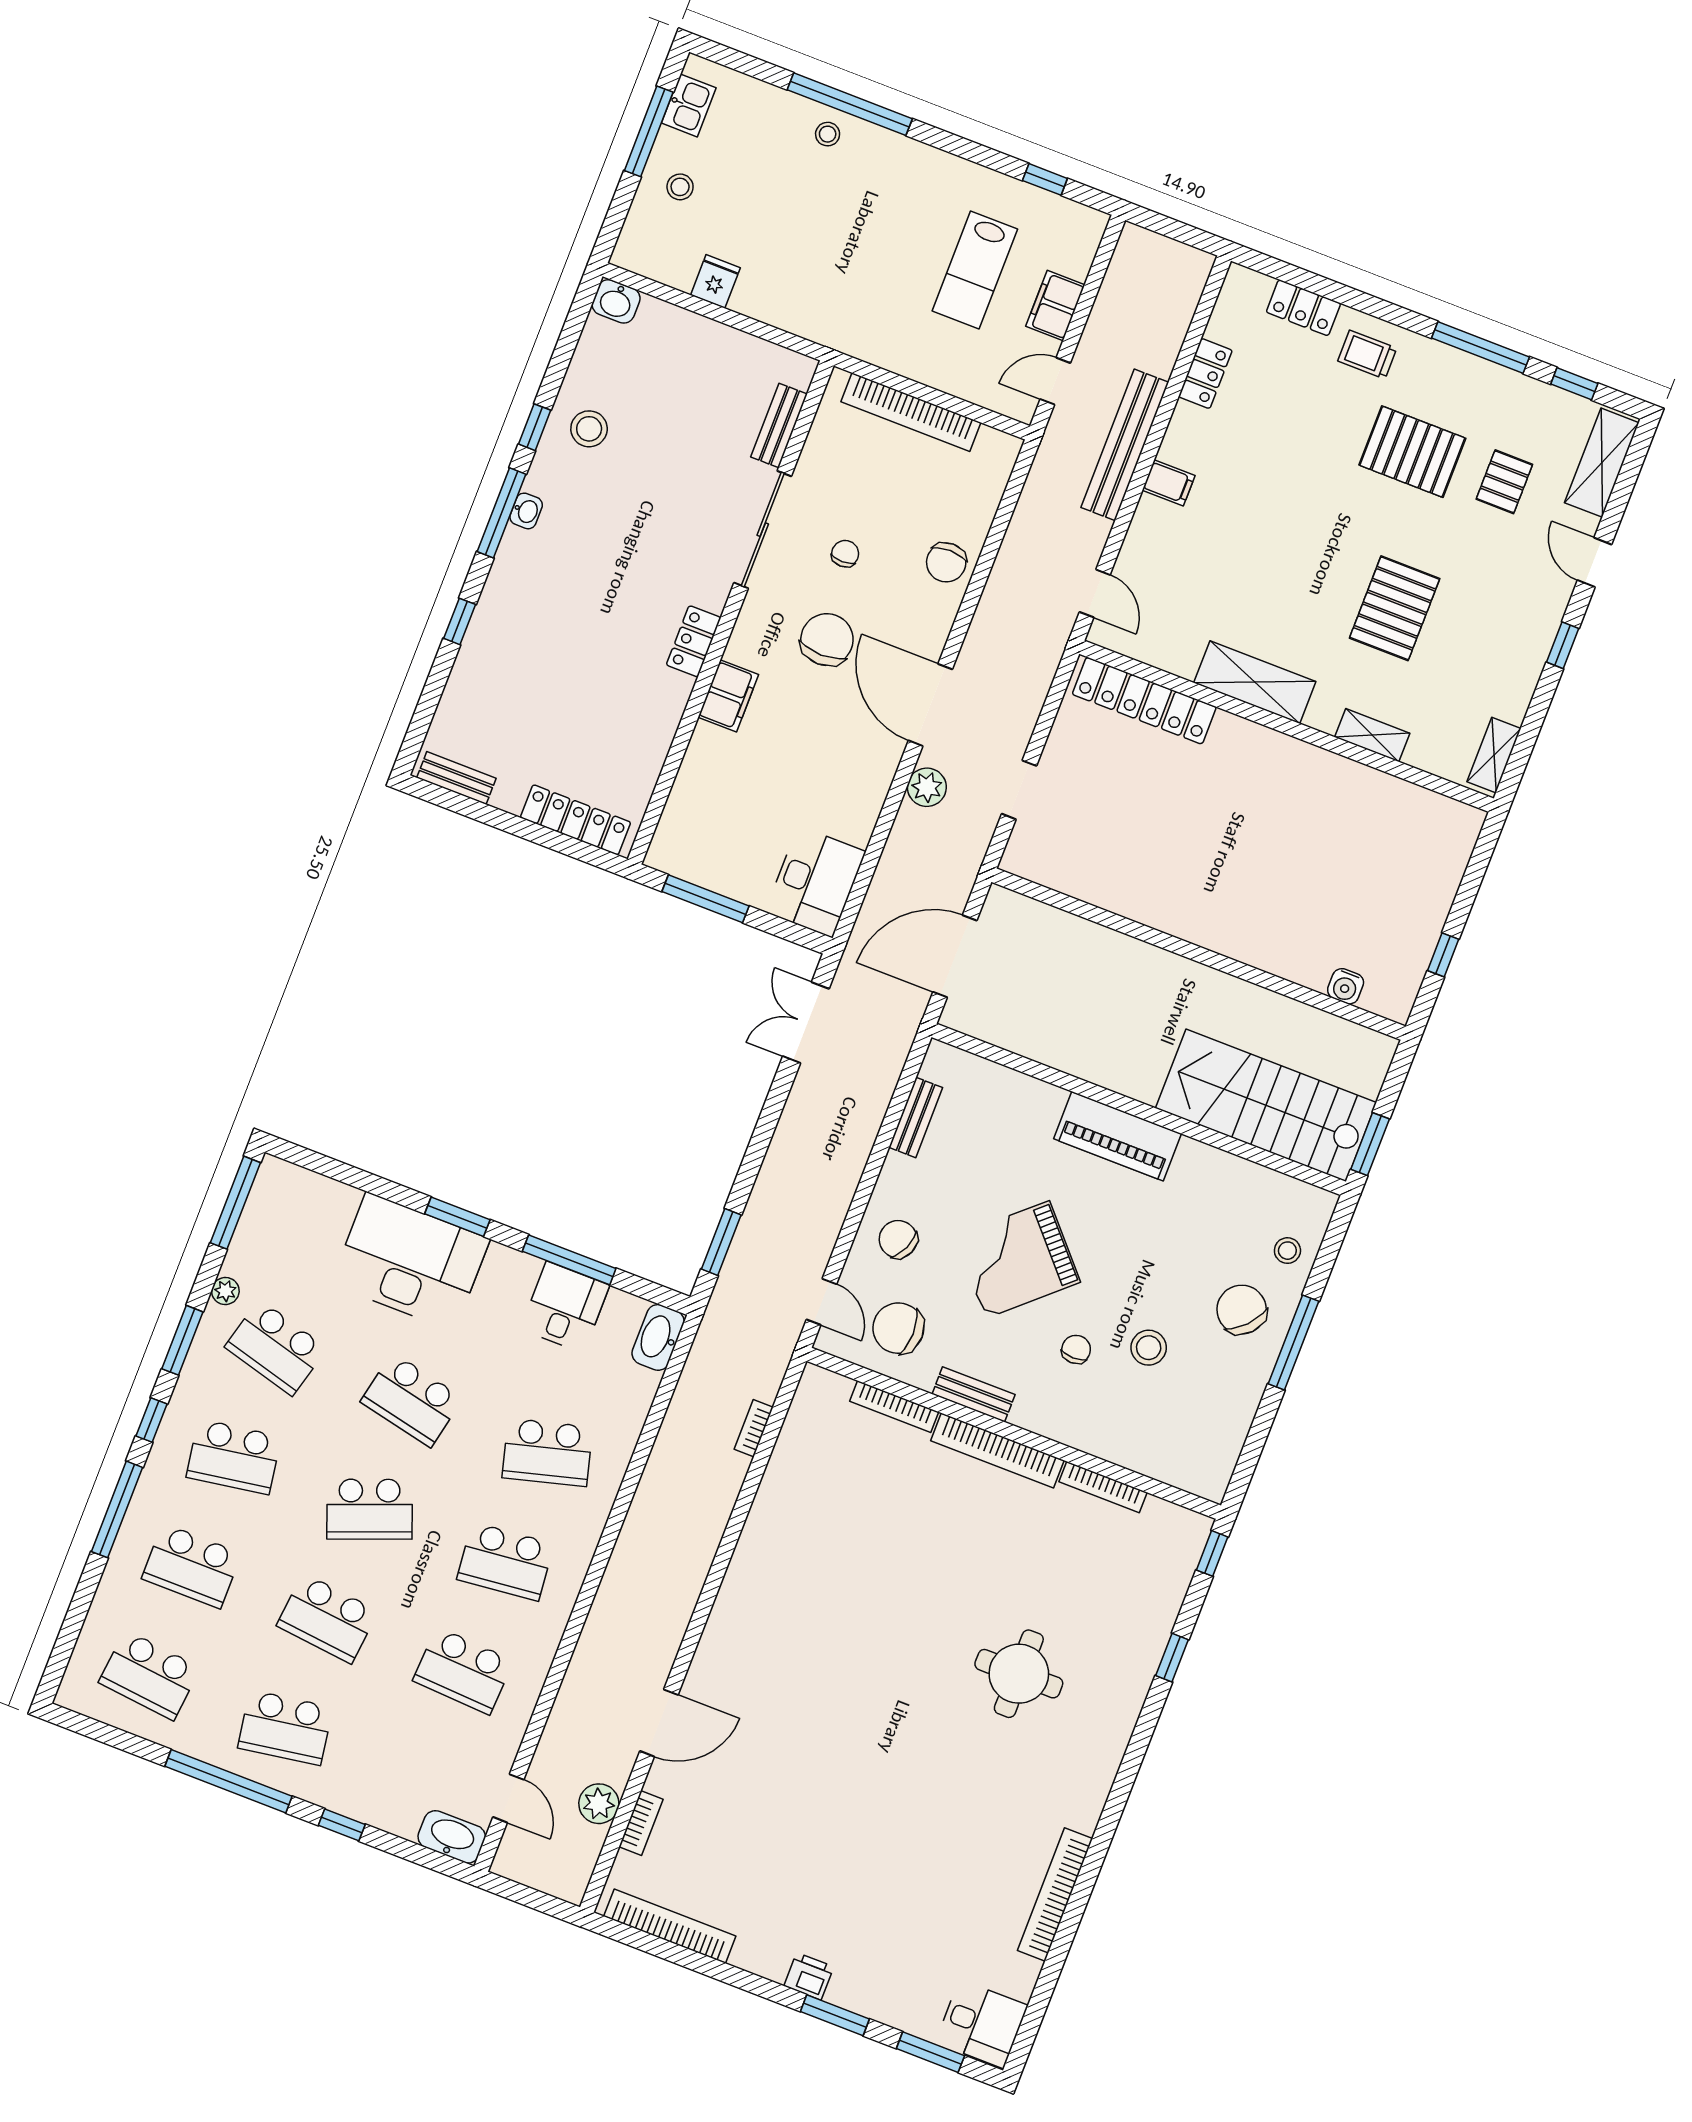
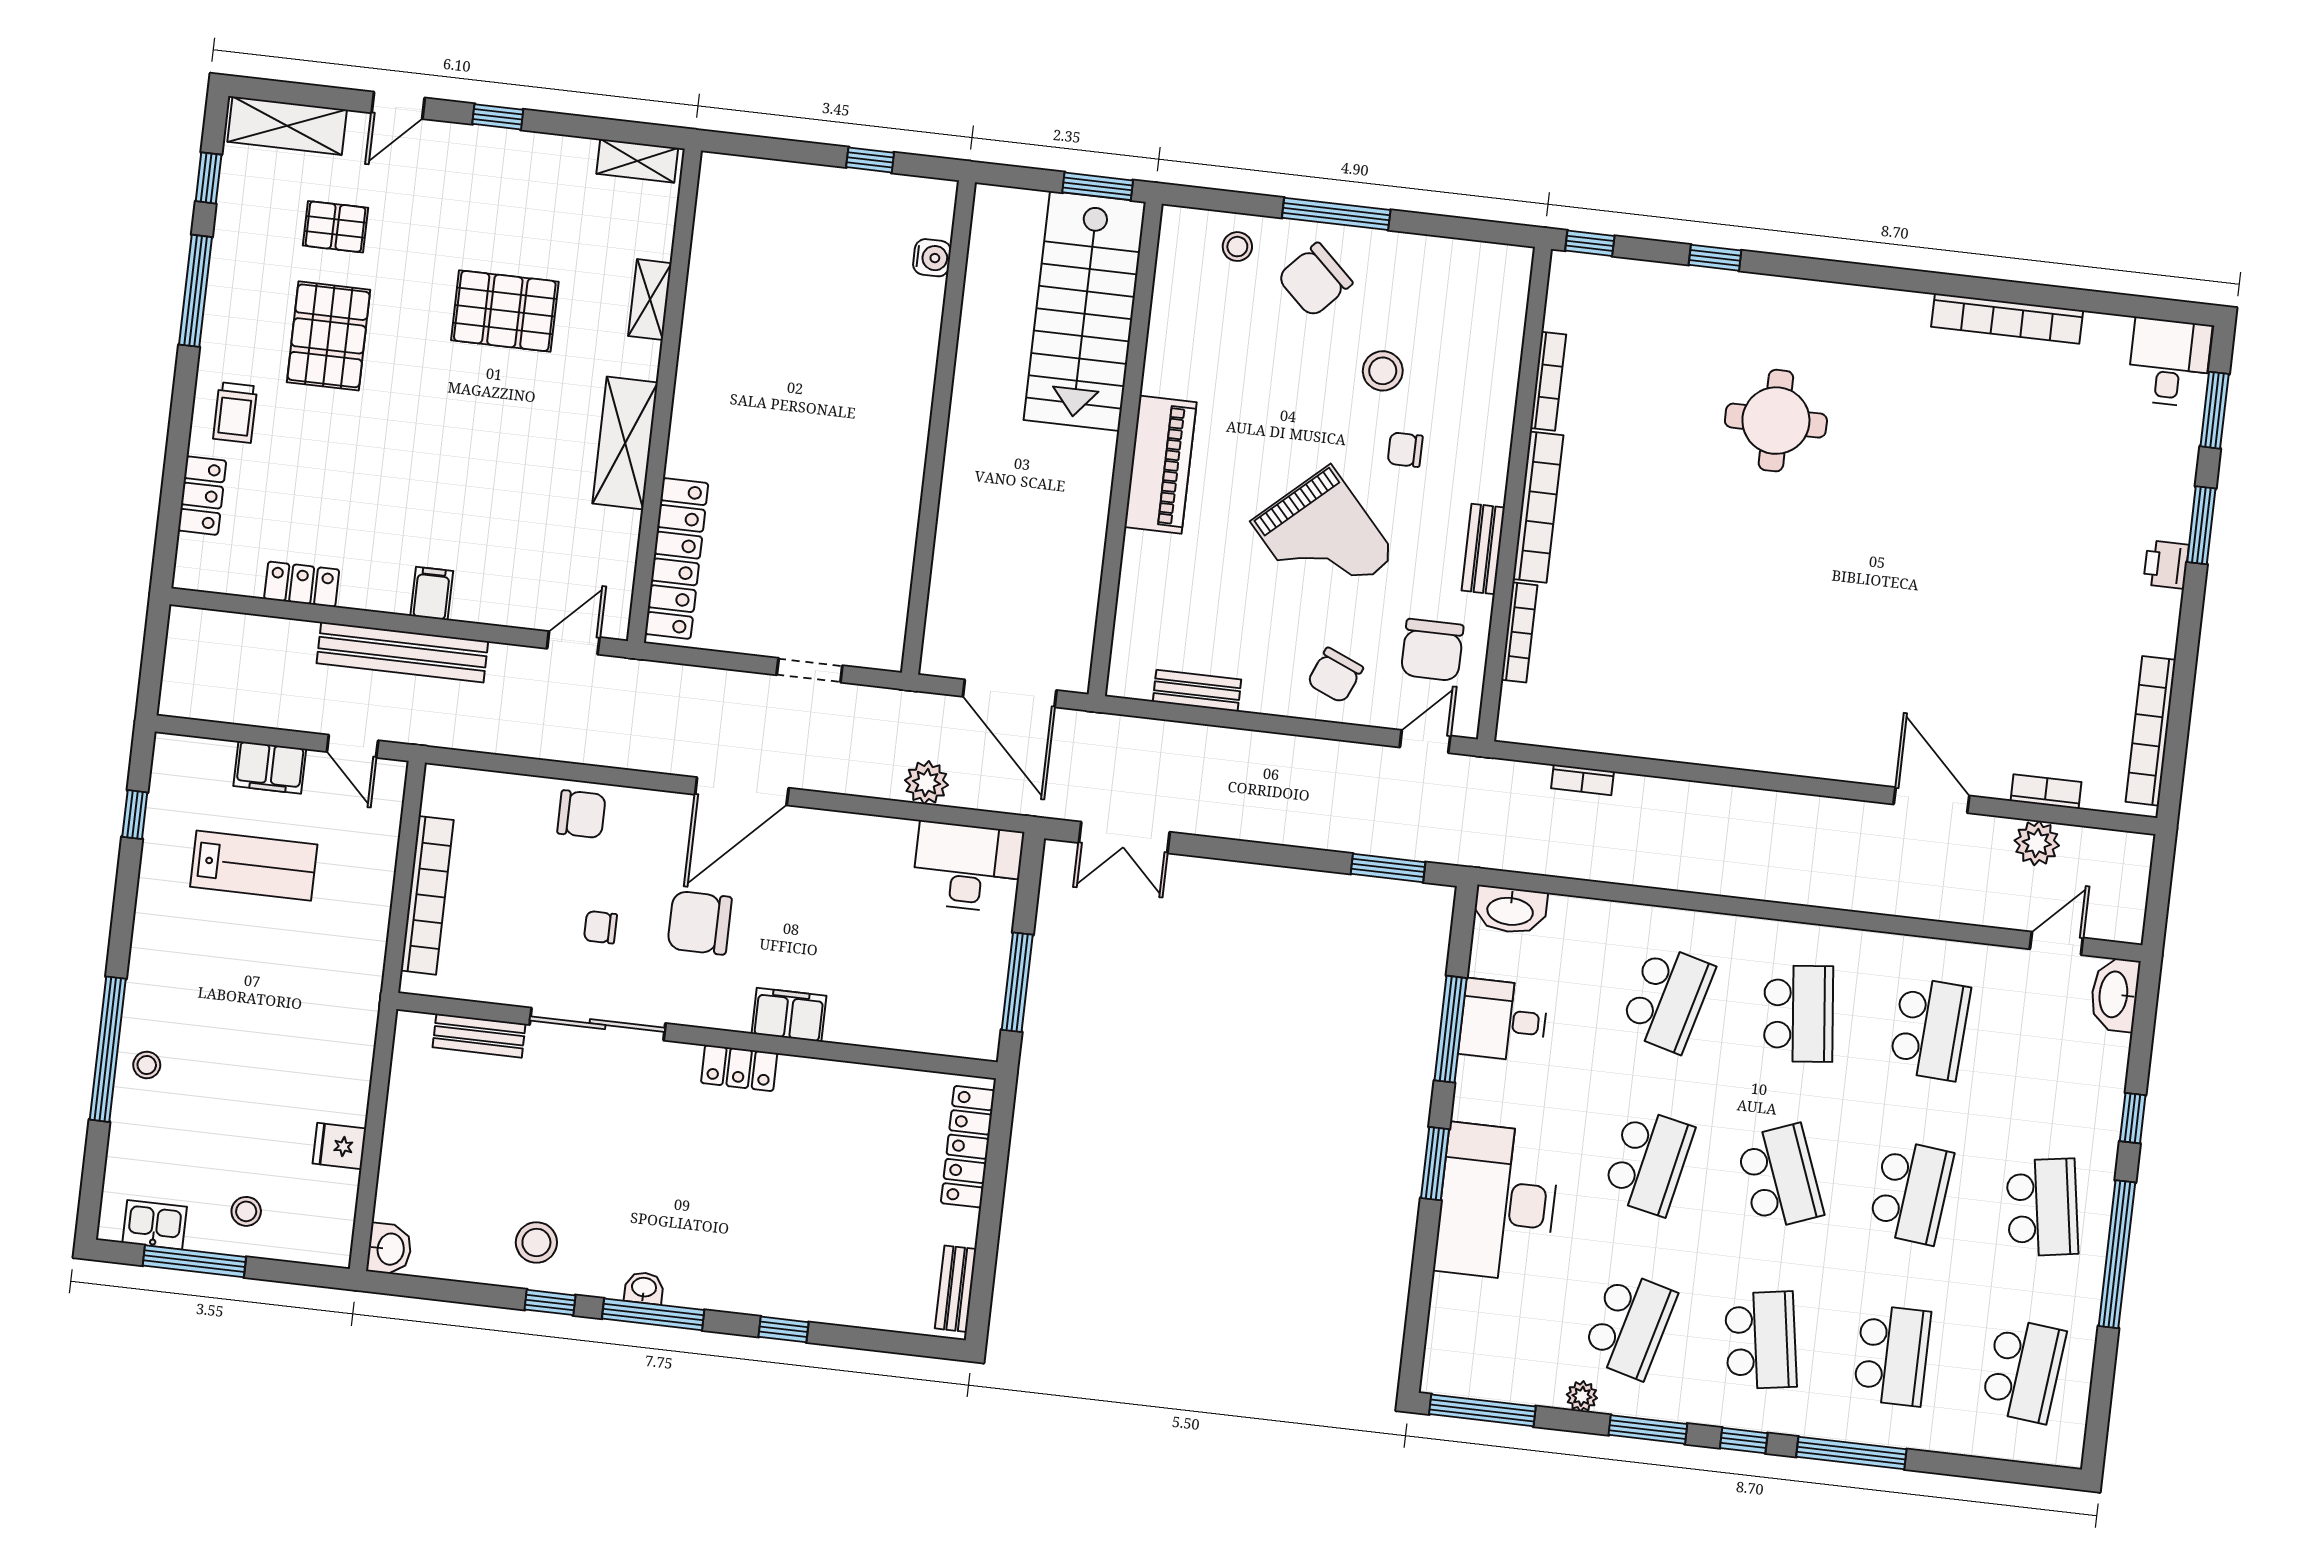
plant: (927, 787) -> (926, 783), moved
school desk: (547, 1452) -> (1667, 999), turned 30

